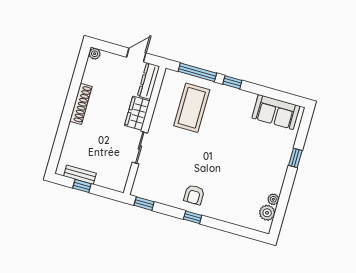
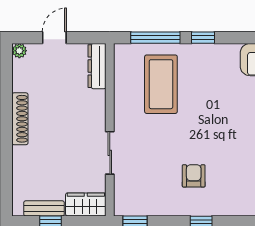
door: (136, 55) -> (54, 38), moved
wardrobe: (137, 113) -> (86, 204), moved, turned 90
armchair: (194, 195) -> (194, 176), moved, turned 180

